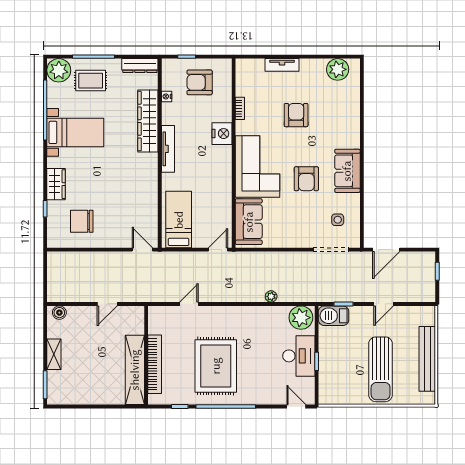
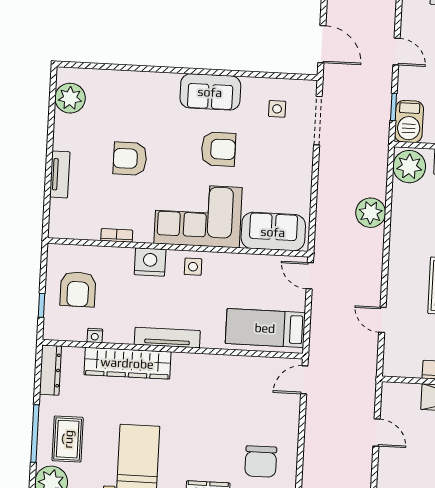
side table: (220, 165) -> (193, 267), added
plant: (271, 296) -> (371, 213), width x1.88, depth x1.88

